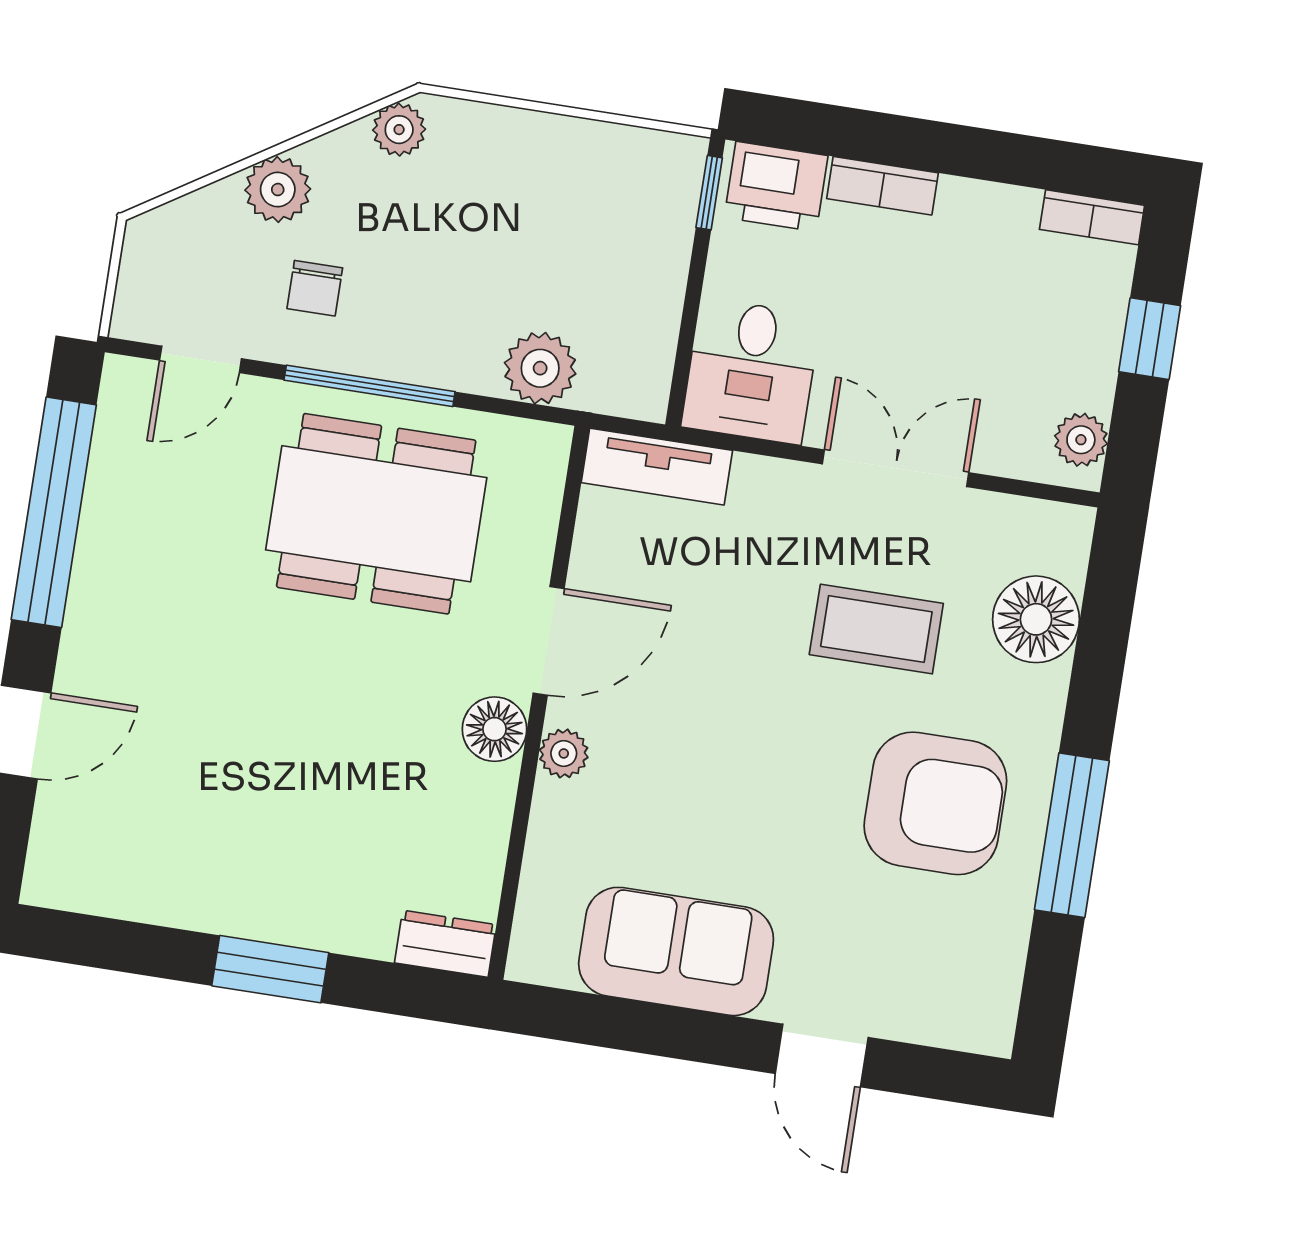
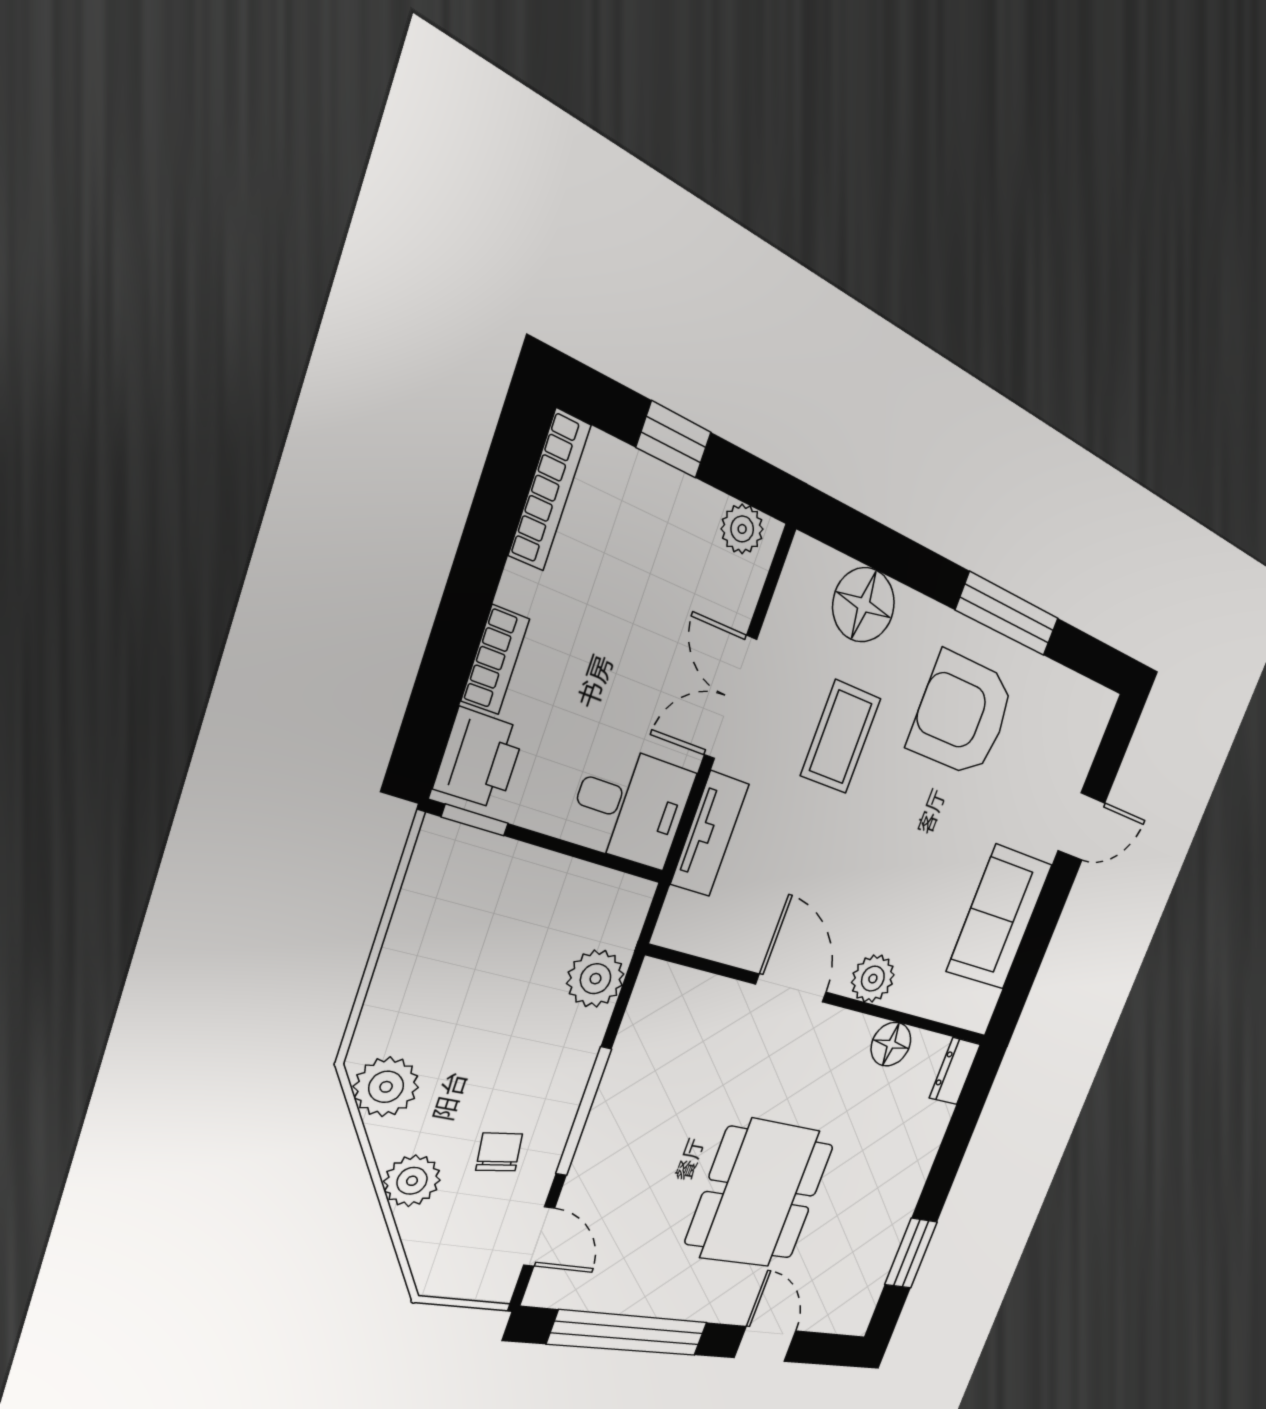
plant: (399, 130) -> (386, 1087), width x1.38, depth x1.38
bookcase: (1092, 217) -> (549, 490), width x1.56
chair: (315, 288) -> (499, 1152), turned -98
tv unit: (657, 467) -> (710, 834), moved
dining table: (376, 514) -> (760, 1194), moved
floor lamp: (494, 729) -> (891, 1044), moved
plant: (564, 753) -> (873, 979), width x1.38, depth x1.38
armchair: (935, 803) -> (962, 715), turned -90
window: (270, 969) -> (911, 1253), moved

